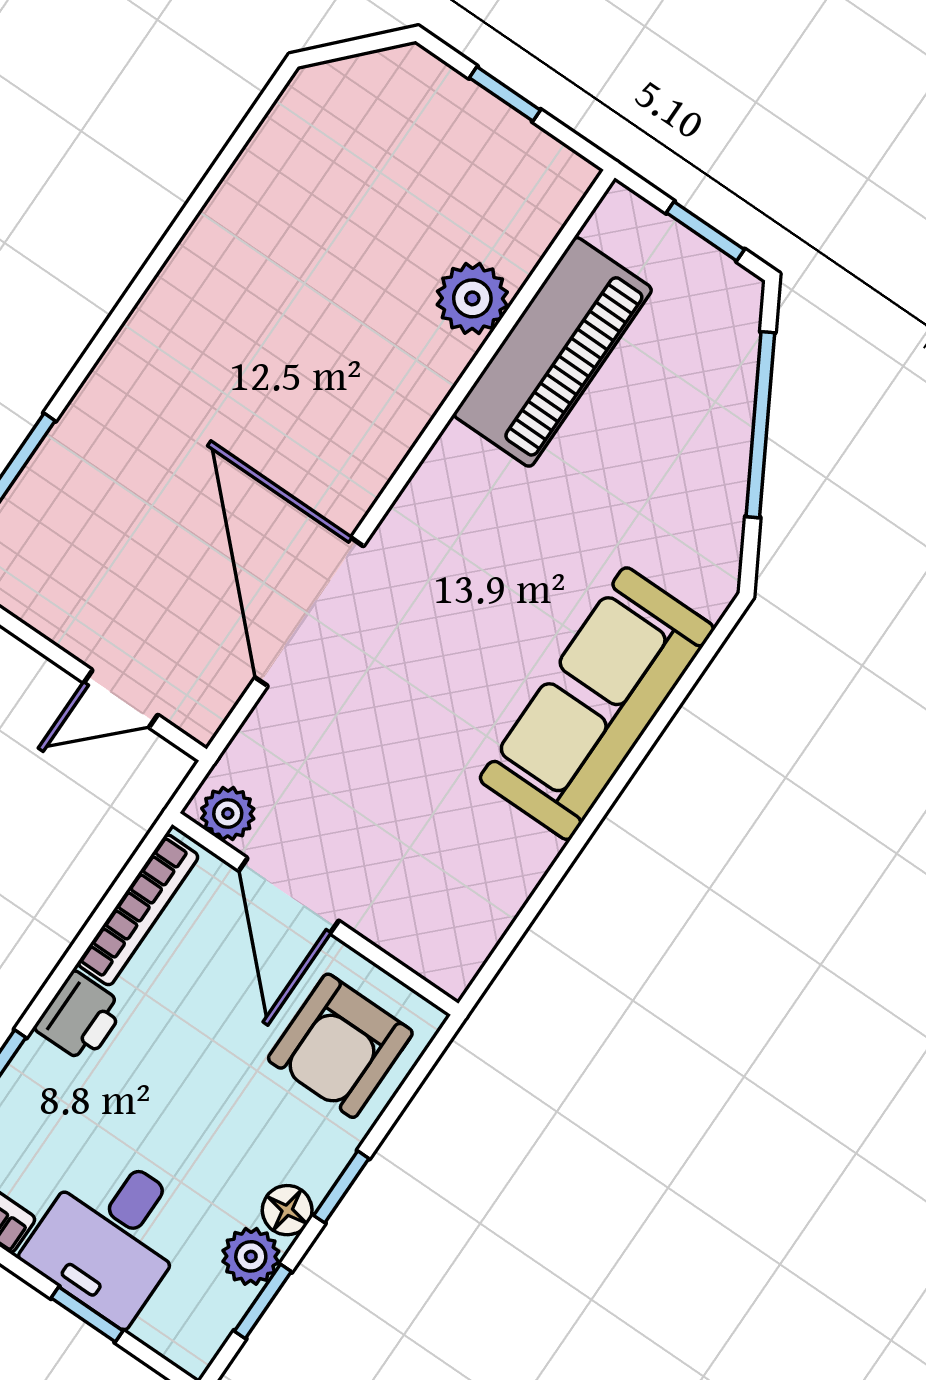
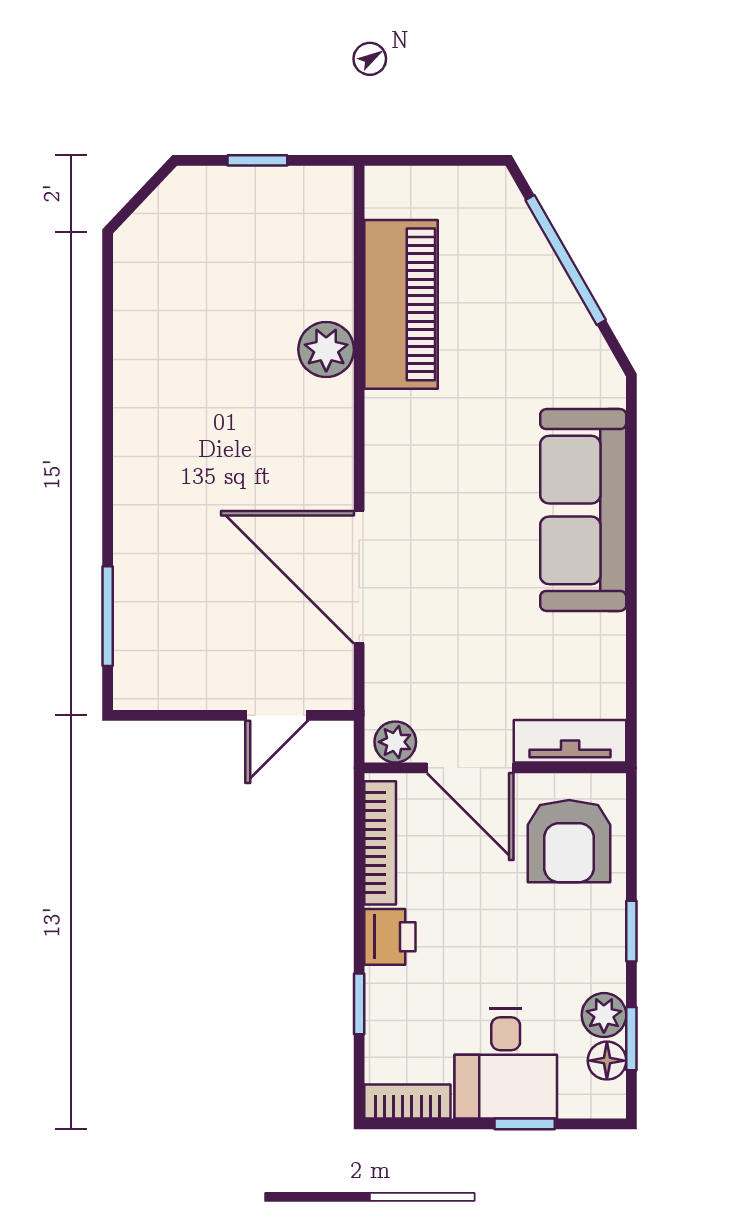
window: (705, 231) -> (446, 160), removed
plant: (472, 298) -> (326, 350), moved
tv unit: (414, 940) -> (570, 741), added
floor lamp: (287, 1210) -> (607, 1061), moved

